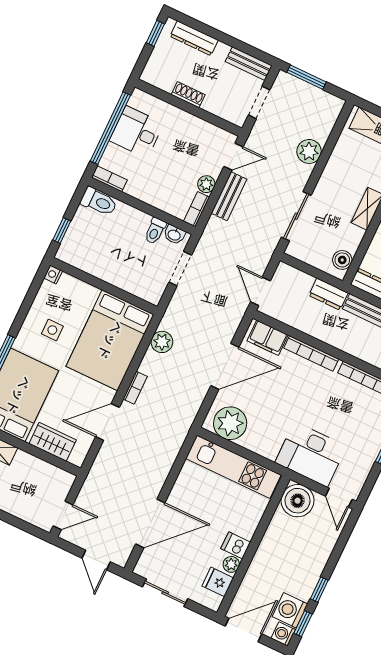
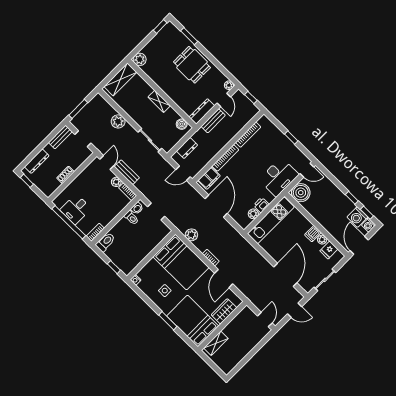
dresser: (328, 294) -> (187, 148), moved
plant: (230, 423) -> (253, 214), width x0.53, depth x0.53
printer: (253, 442) -> (261, 205), added

